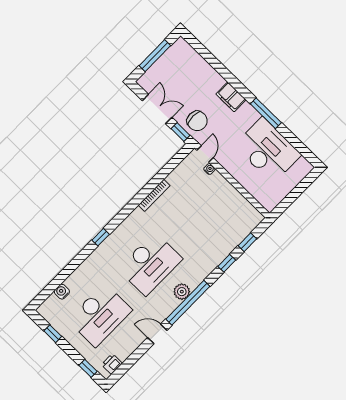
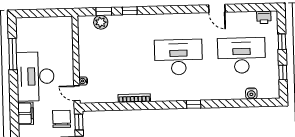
window: (266, 113) -> (13, 54), moved
desk: (268, 150) -> (35, 76), moved
door: (205, 154) -> (77, 93), hinge flipped
plant: (182, 292) -> (101, 22), moved
window: (188, 303) -> (178, 10), removed
window: (88, 368) -> (282, 42), moved

